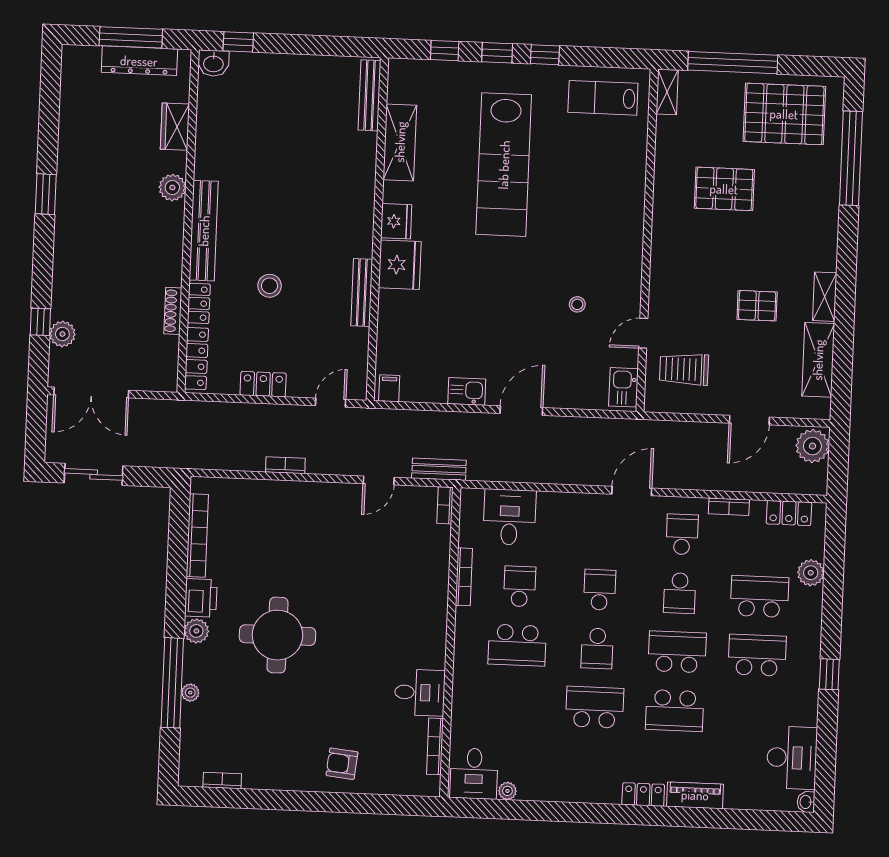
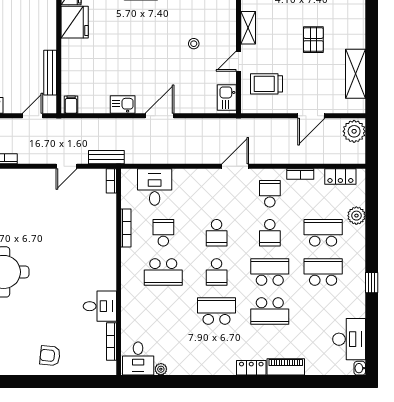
bench: (362, 293) -> (50, 73), moved
shelving: (825, 297) -> (248, 28), moved
pallet: (757, 306) -> (313, 40), turned 90
school desk: (600, 590) -> (217, 233), turned 180

